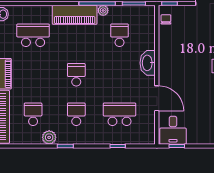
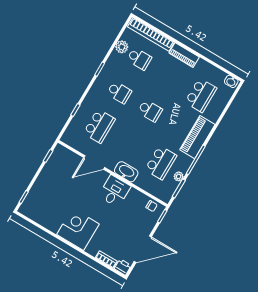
plant: (103, 10) -> (179, 176), moved
school desk: (120, 35) -> (161, 163), width x1.85
desk: (173, 130) -> (115, 191), moved, turned 90
plant: (49, 137) -> (122, 47), moved

